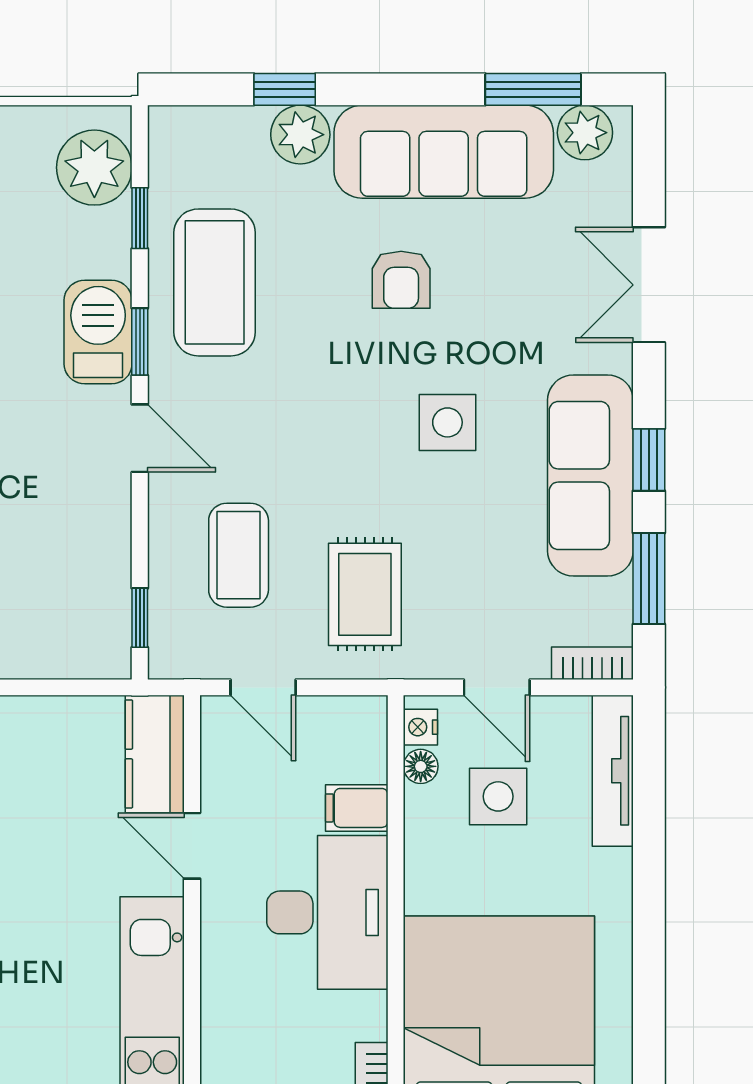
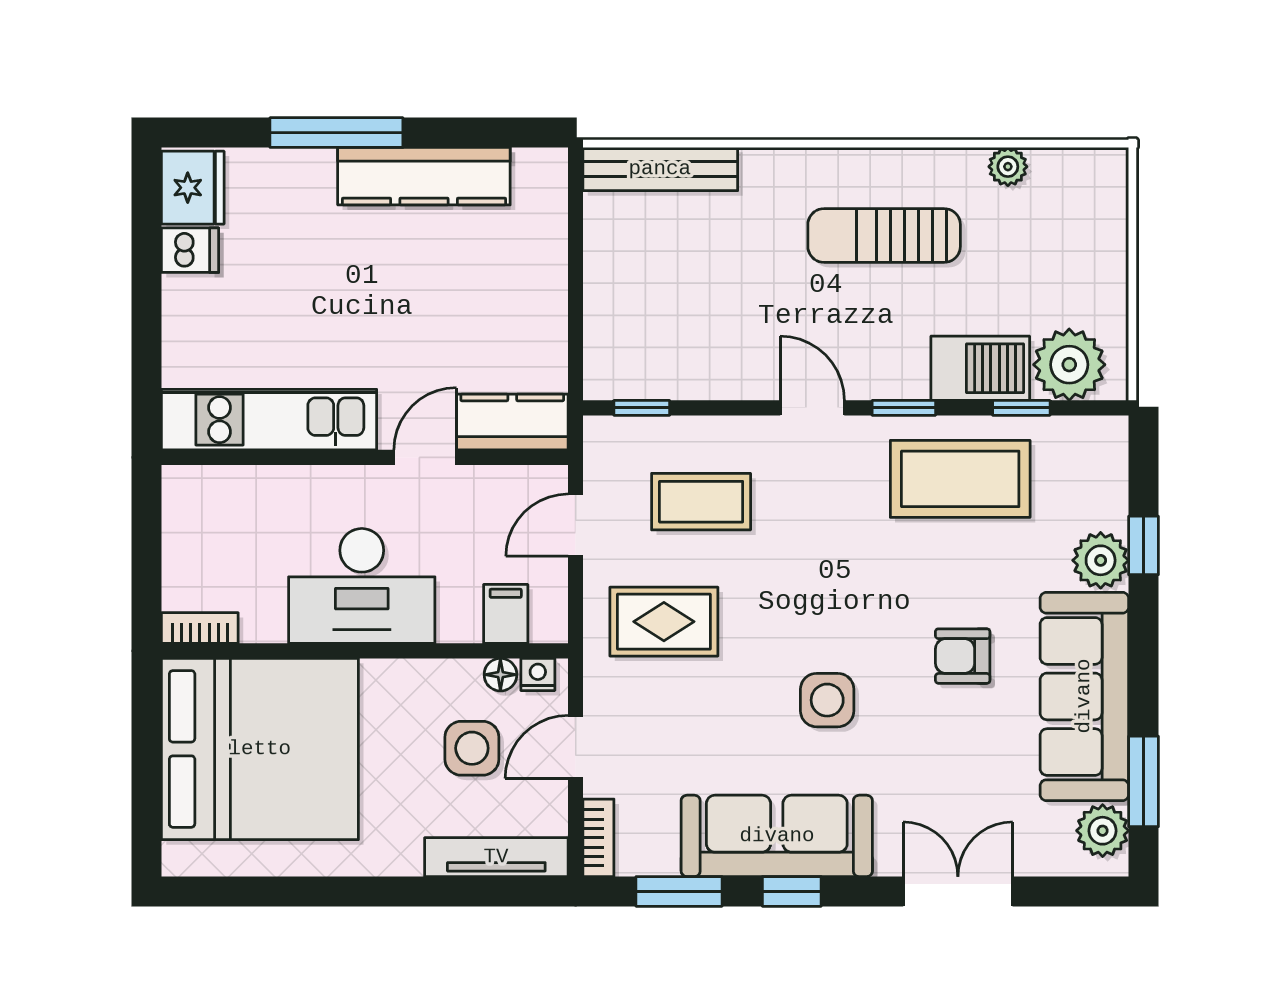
barbecue: (98, 332) -> (980, 368), moved
door: (140, 438) -> (812, 408), swing flipped
filing cabinet: (357, 808) -> (506, 614), moved

